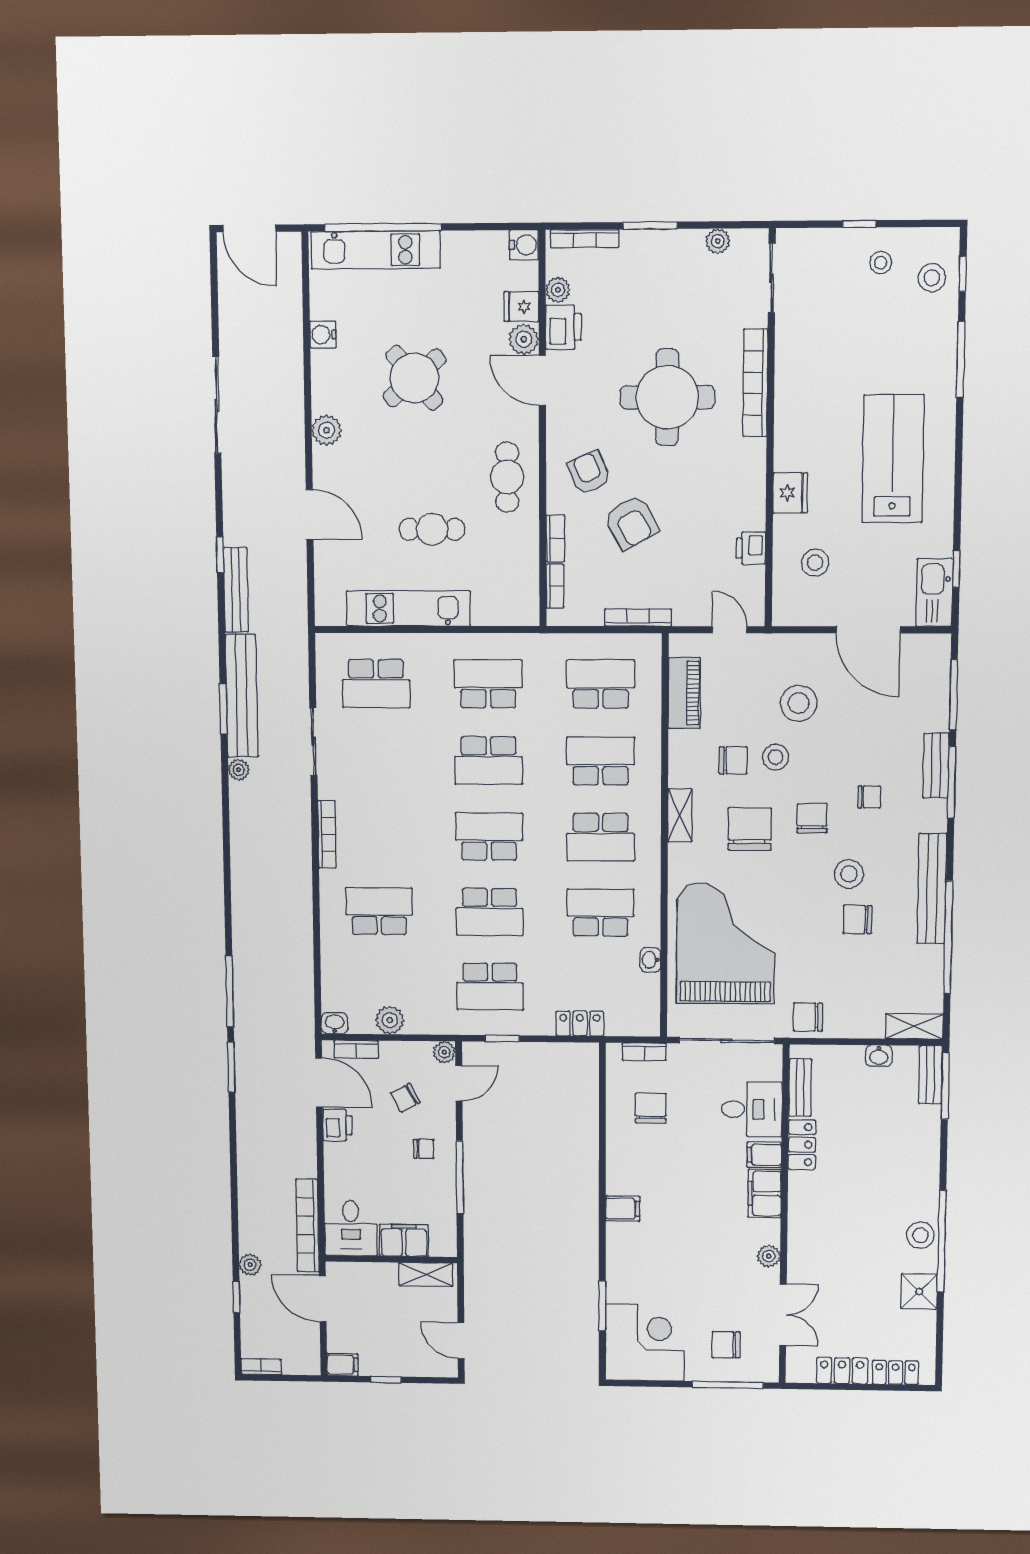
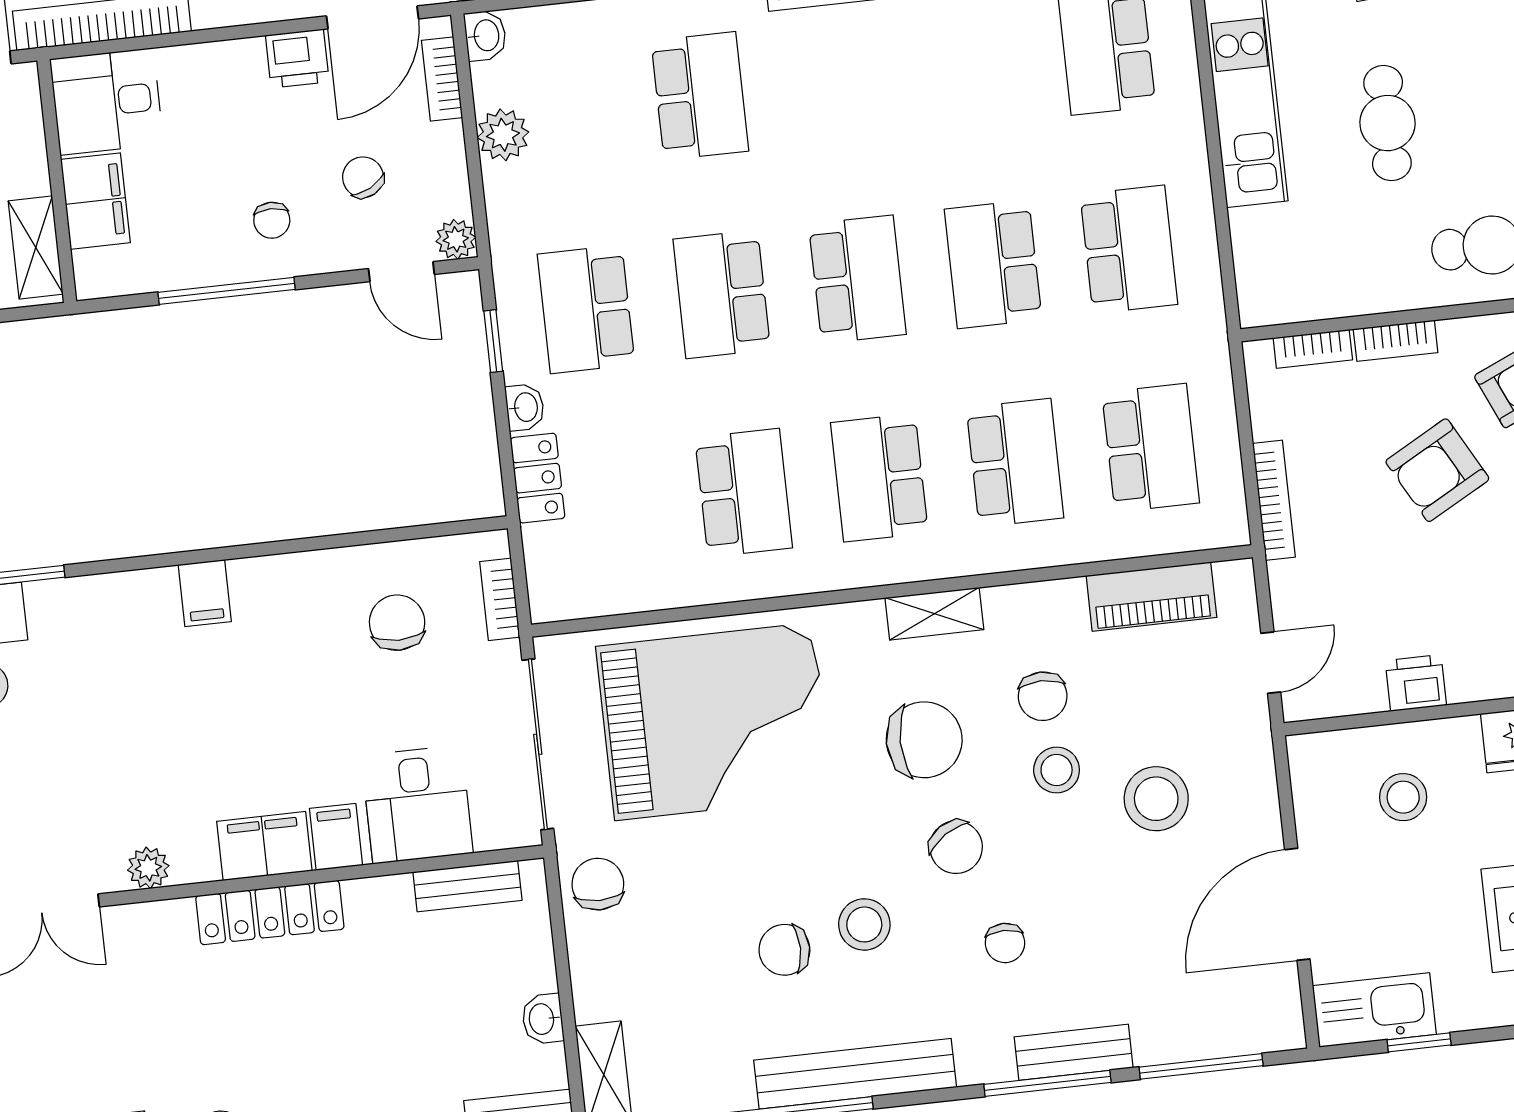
chair: (812, 818) -> (956, 847), turned 57
chair: (857, 920) -> (784, 950), turned -90
washbasin: (650, 960) -> (525, 407), moved, turned 90
chair: (651, 1108) -> (397, 623), turned -90
locker: (802, 1145) -> (270, 912), moved, width x1.53

